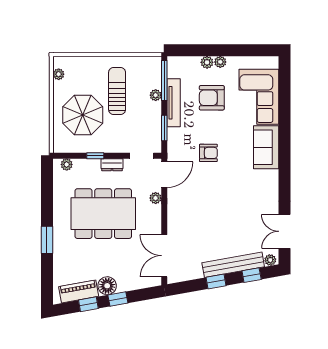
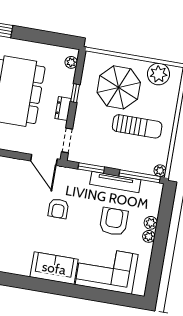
plant: (59, 74) -> (158, 74), width x1.88, depth x1.88
plant: (156, 95) -> (160, 171), moved
plant: (156, 198) -> (22, 147), removed

